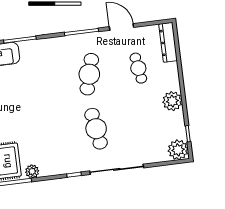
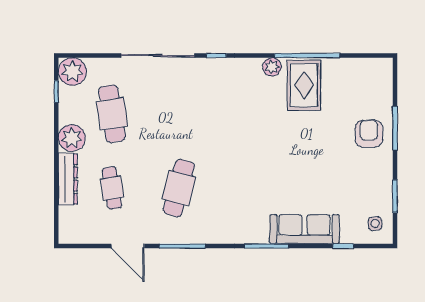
dresser: (168, 42) -> (68, 179), moved
cafe table: (96, 129) -> (112, 114), moved

